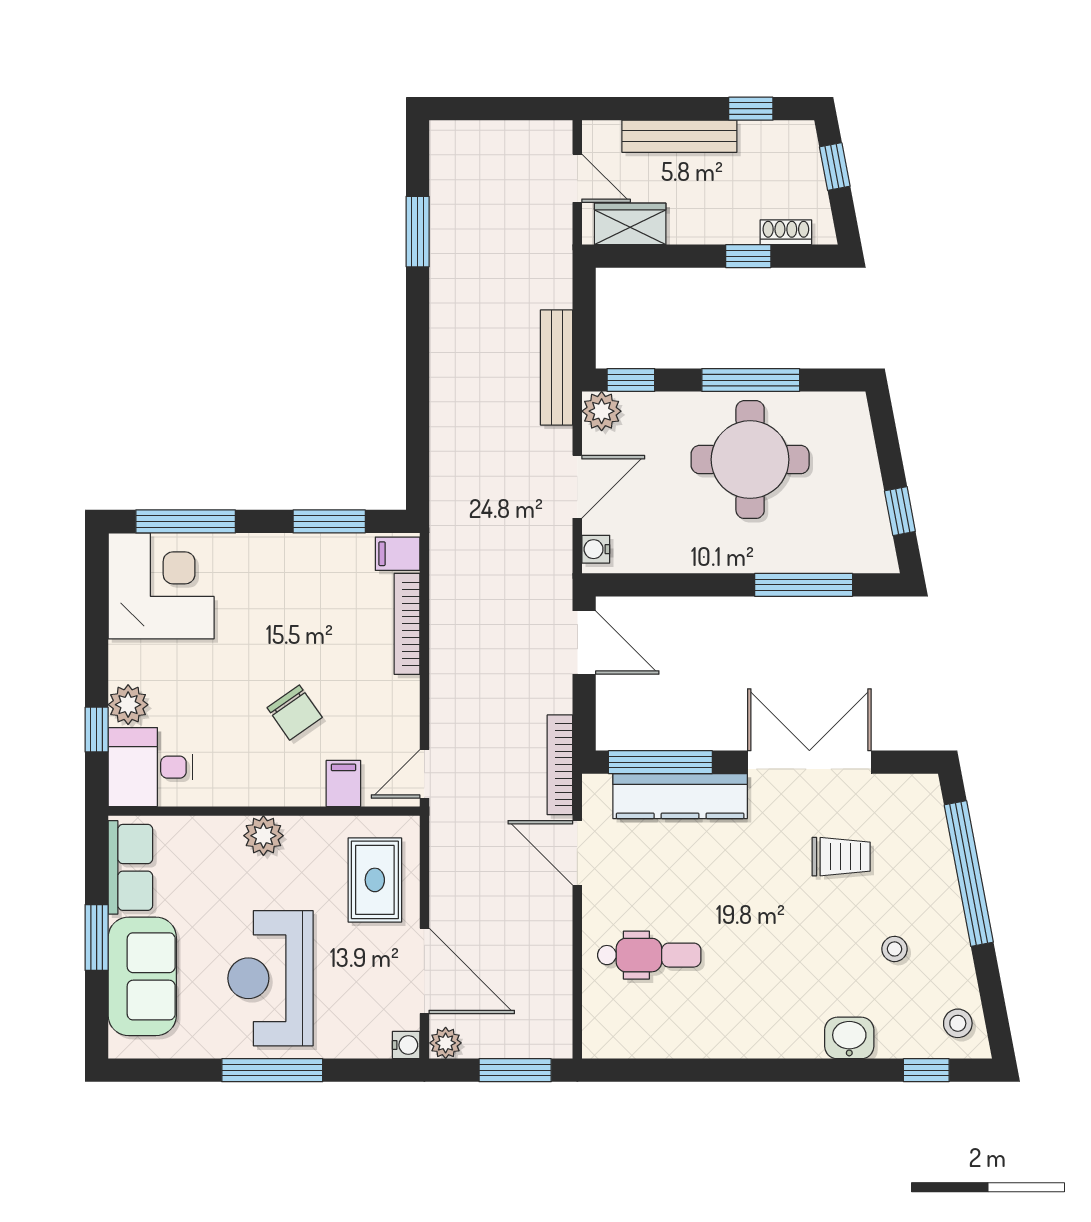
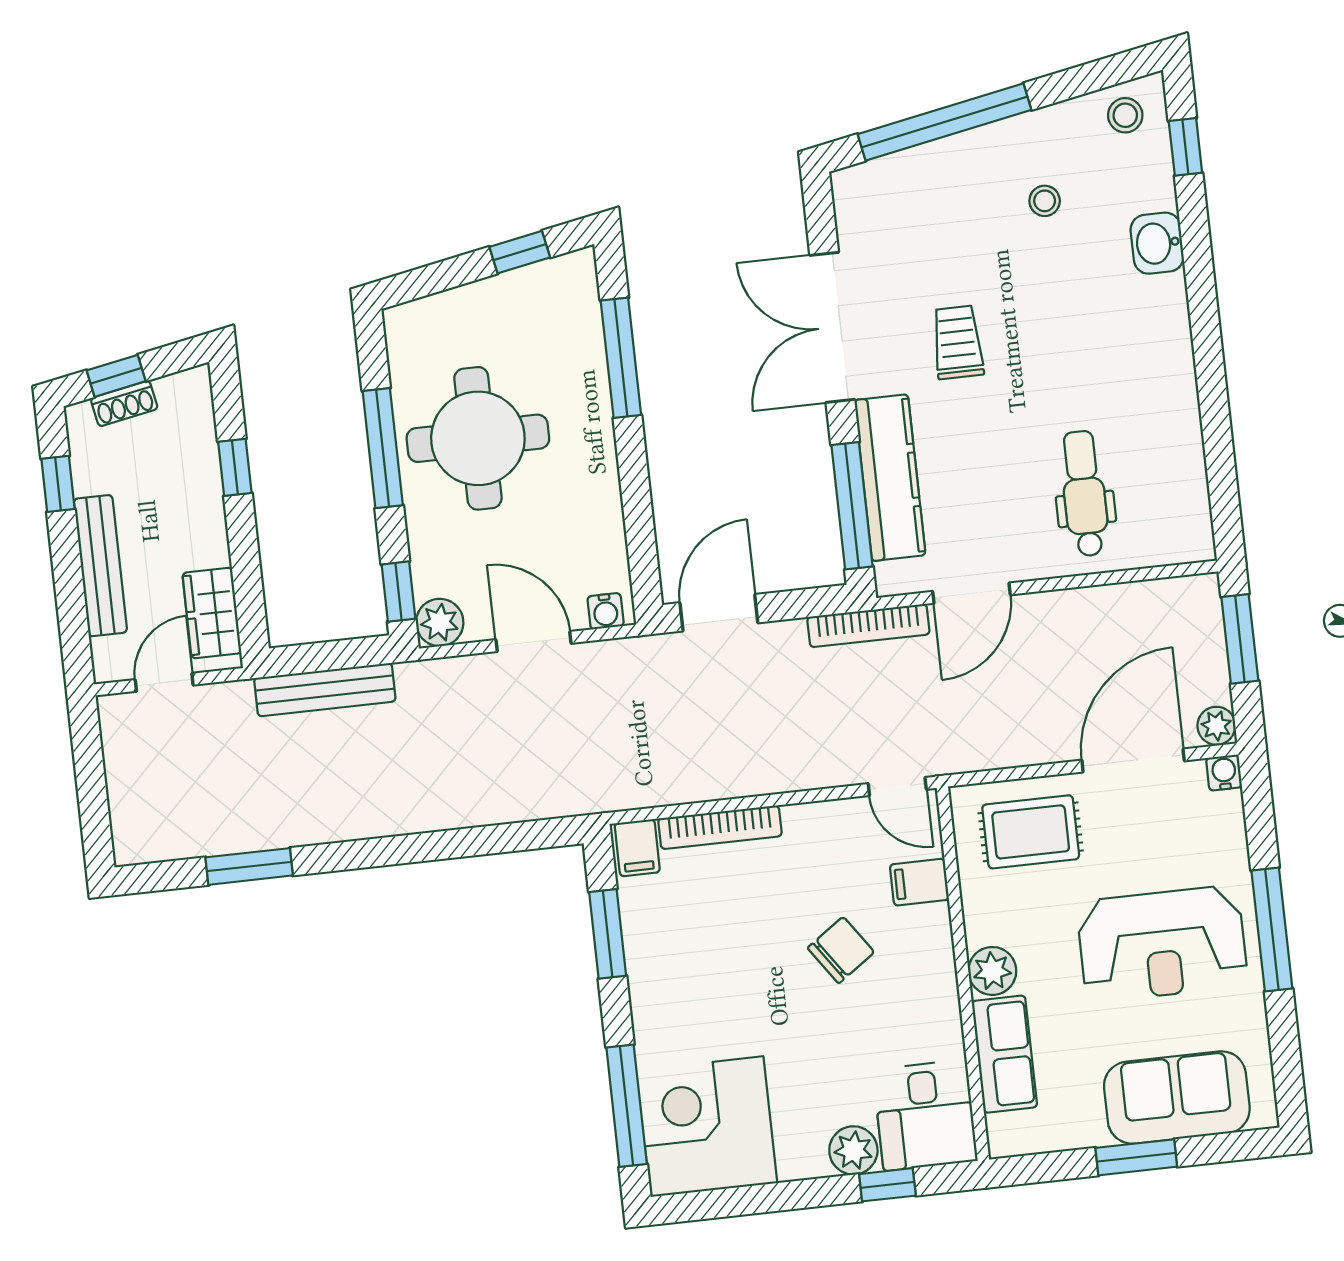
shoe rack: (786, 232) -> (124, 403), moved, turned -101
bench: (557, 367) -> (325, 690), moved
trolley: (841, 857) -> (958, 342), moved
row of seats: (130, 867) -> (1004, 1054), moved, turned 90

